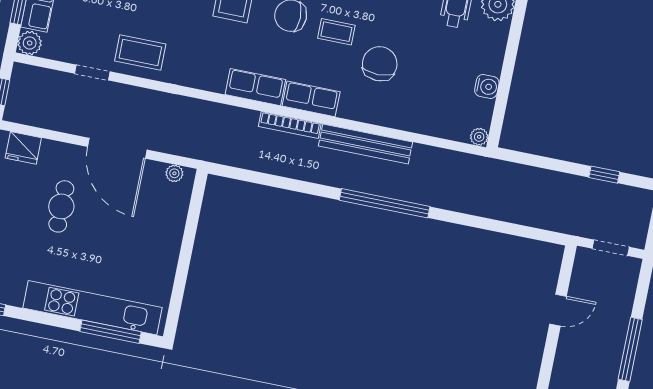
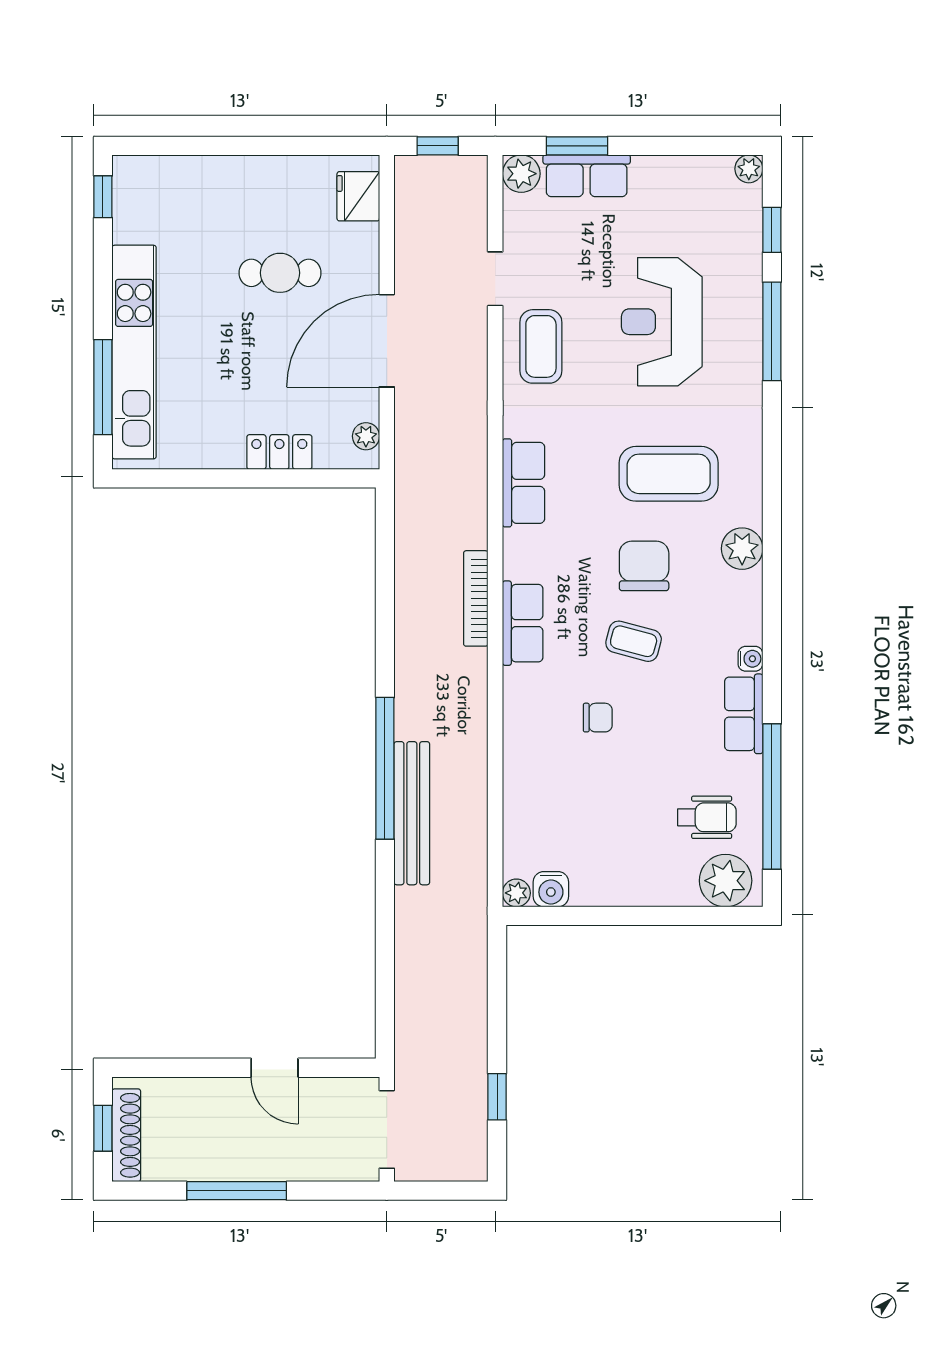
coffee table: (336, 32) -> (634, 641), turned -75
chair: (380, 64) -> (598, 718), width x0.54, depth x0.54
water cooler: (487, 86) -> (551, 889), moved
row of seats: (255, 87) -> (524, 483), moved
bench: (366, 144) -> (412, 813), moved
locker: (173, 229) -> (279, 452), added
doorway: (611, 248) -> (387, 1129), width x1.38

